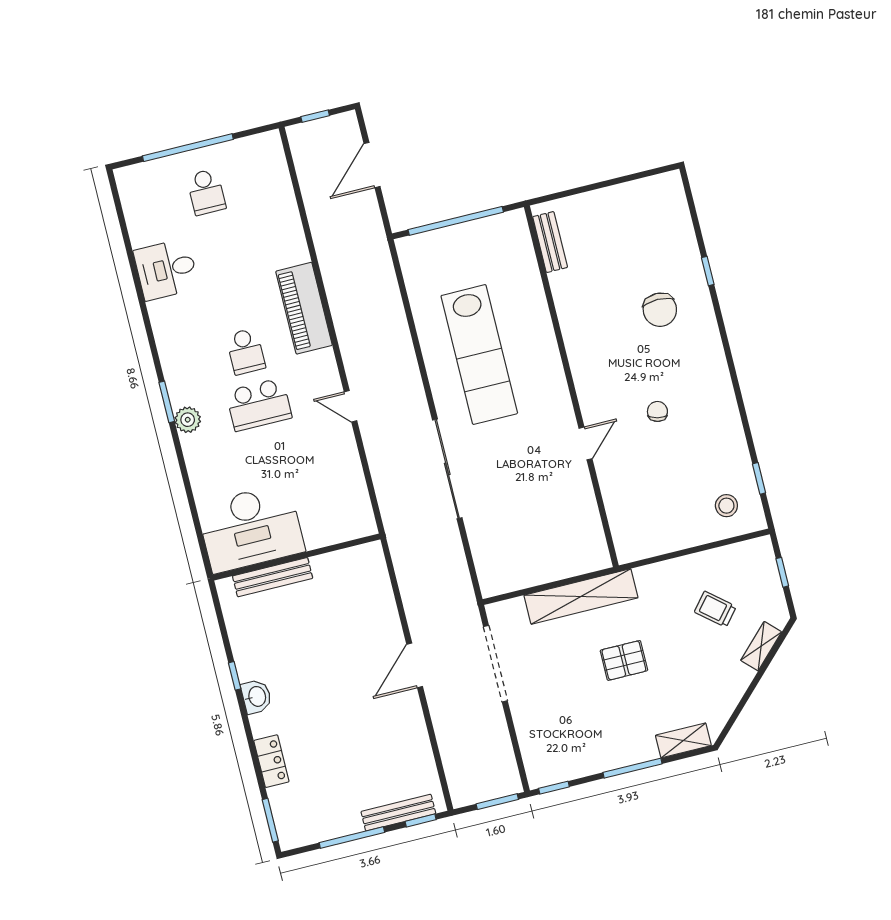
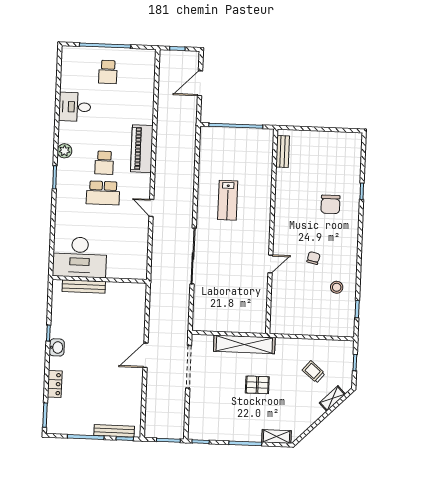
lab bench: (479, 355) -> (228, 200), width x0.54, depth x0.72
plant: (188, 420) -> (65, 151), moved
stool: (726, 506) -> (337, 287), moved

